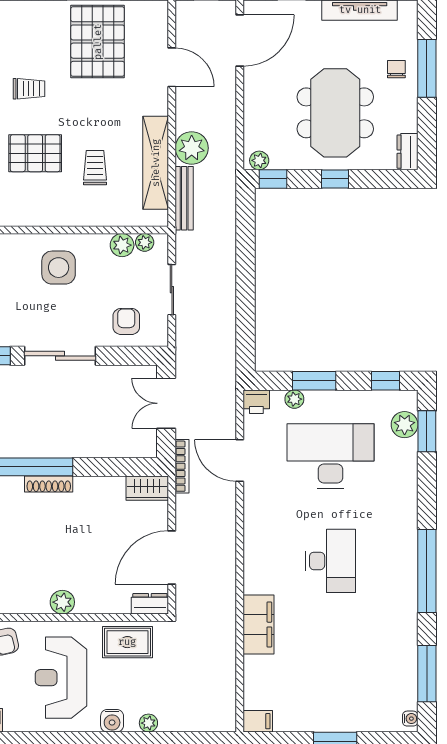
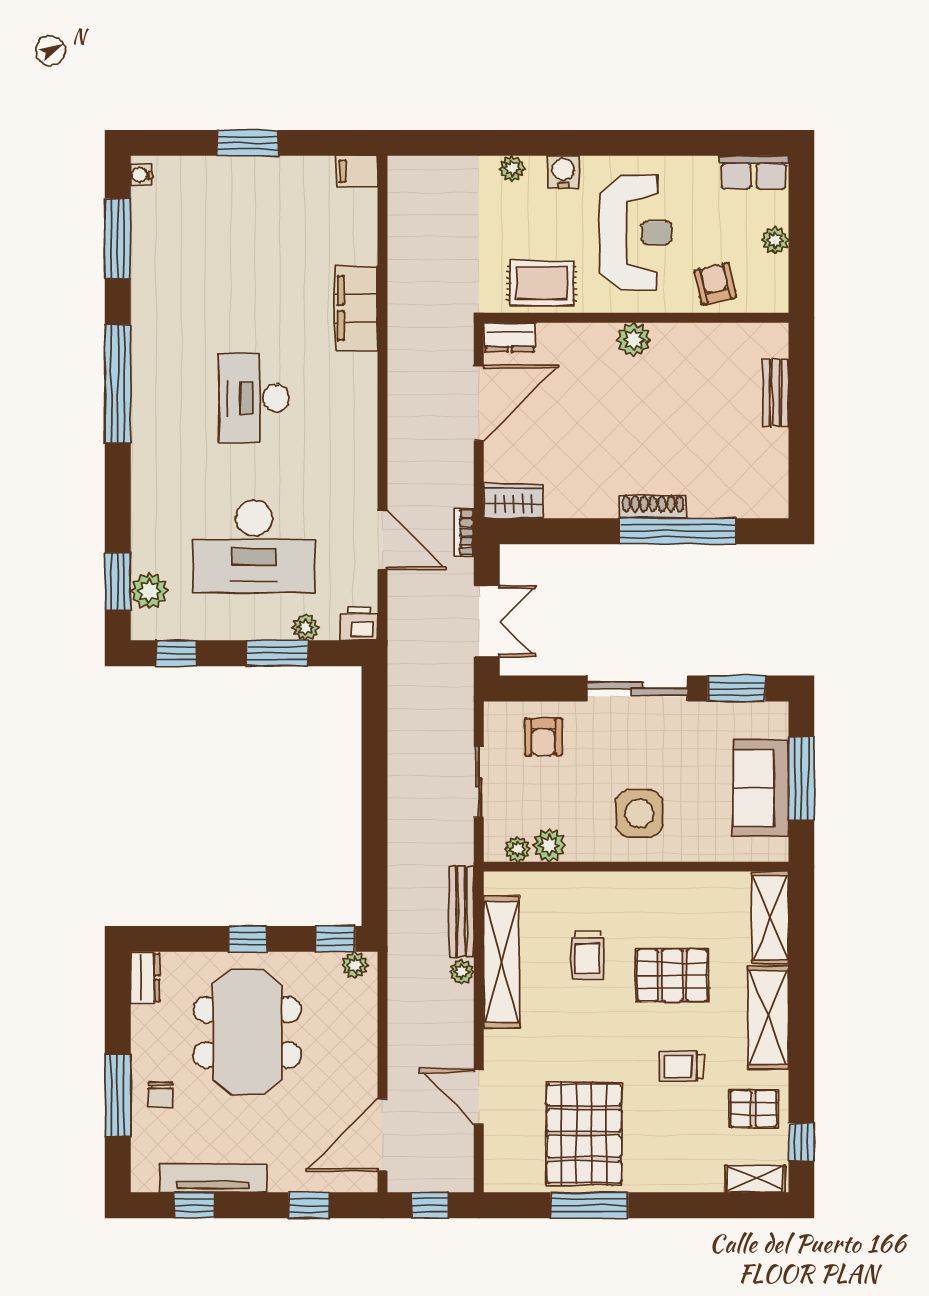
plant: (192, 148) -> (462, 972), width x0.53, depth x0.53
bookcase: (182, 466) -> (464, 532), width x0.64

